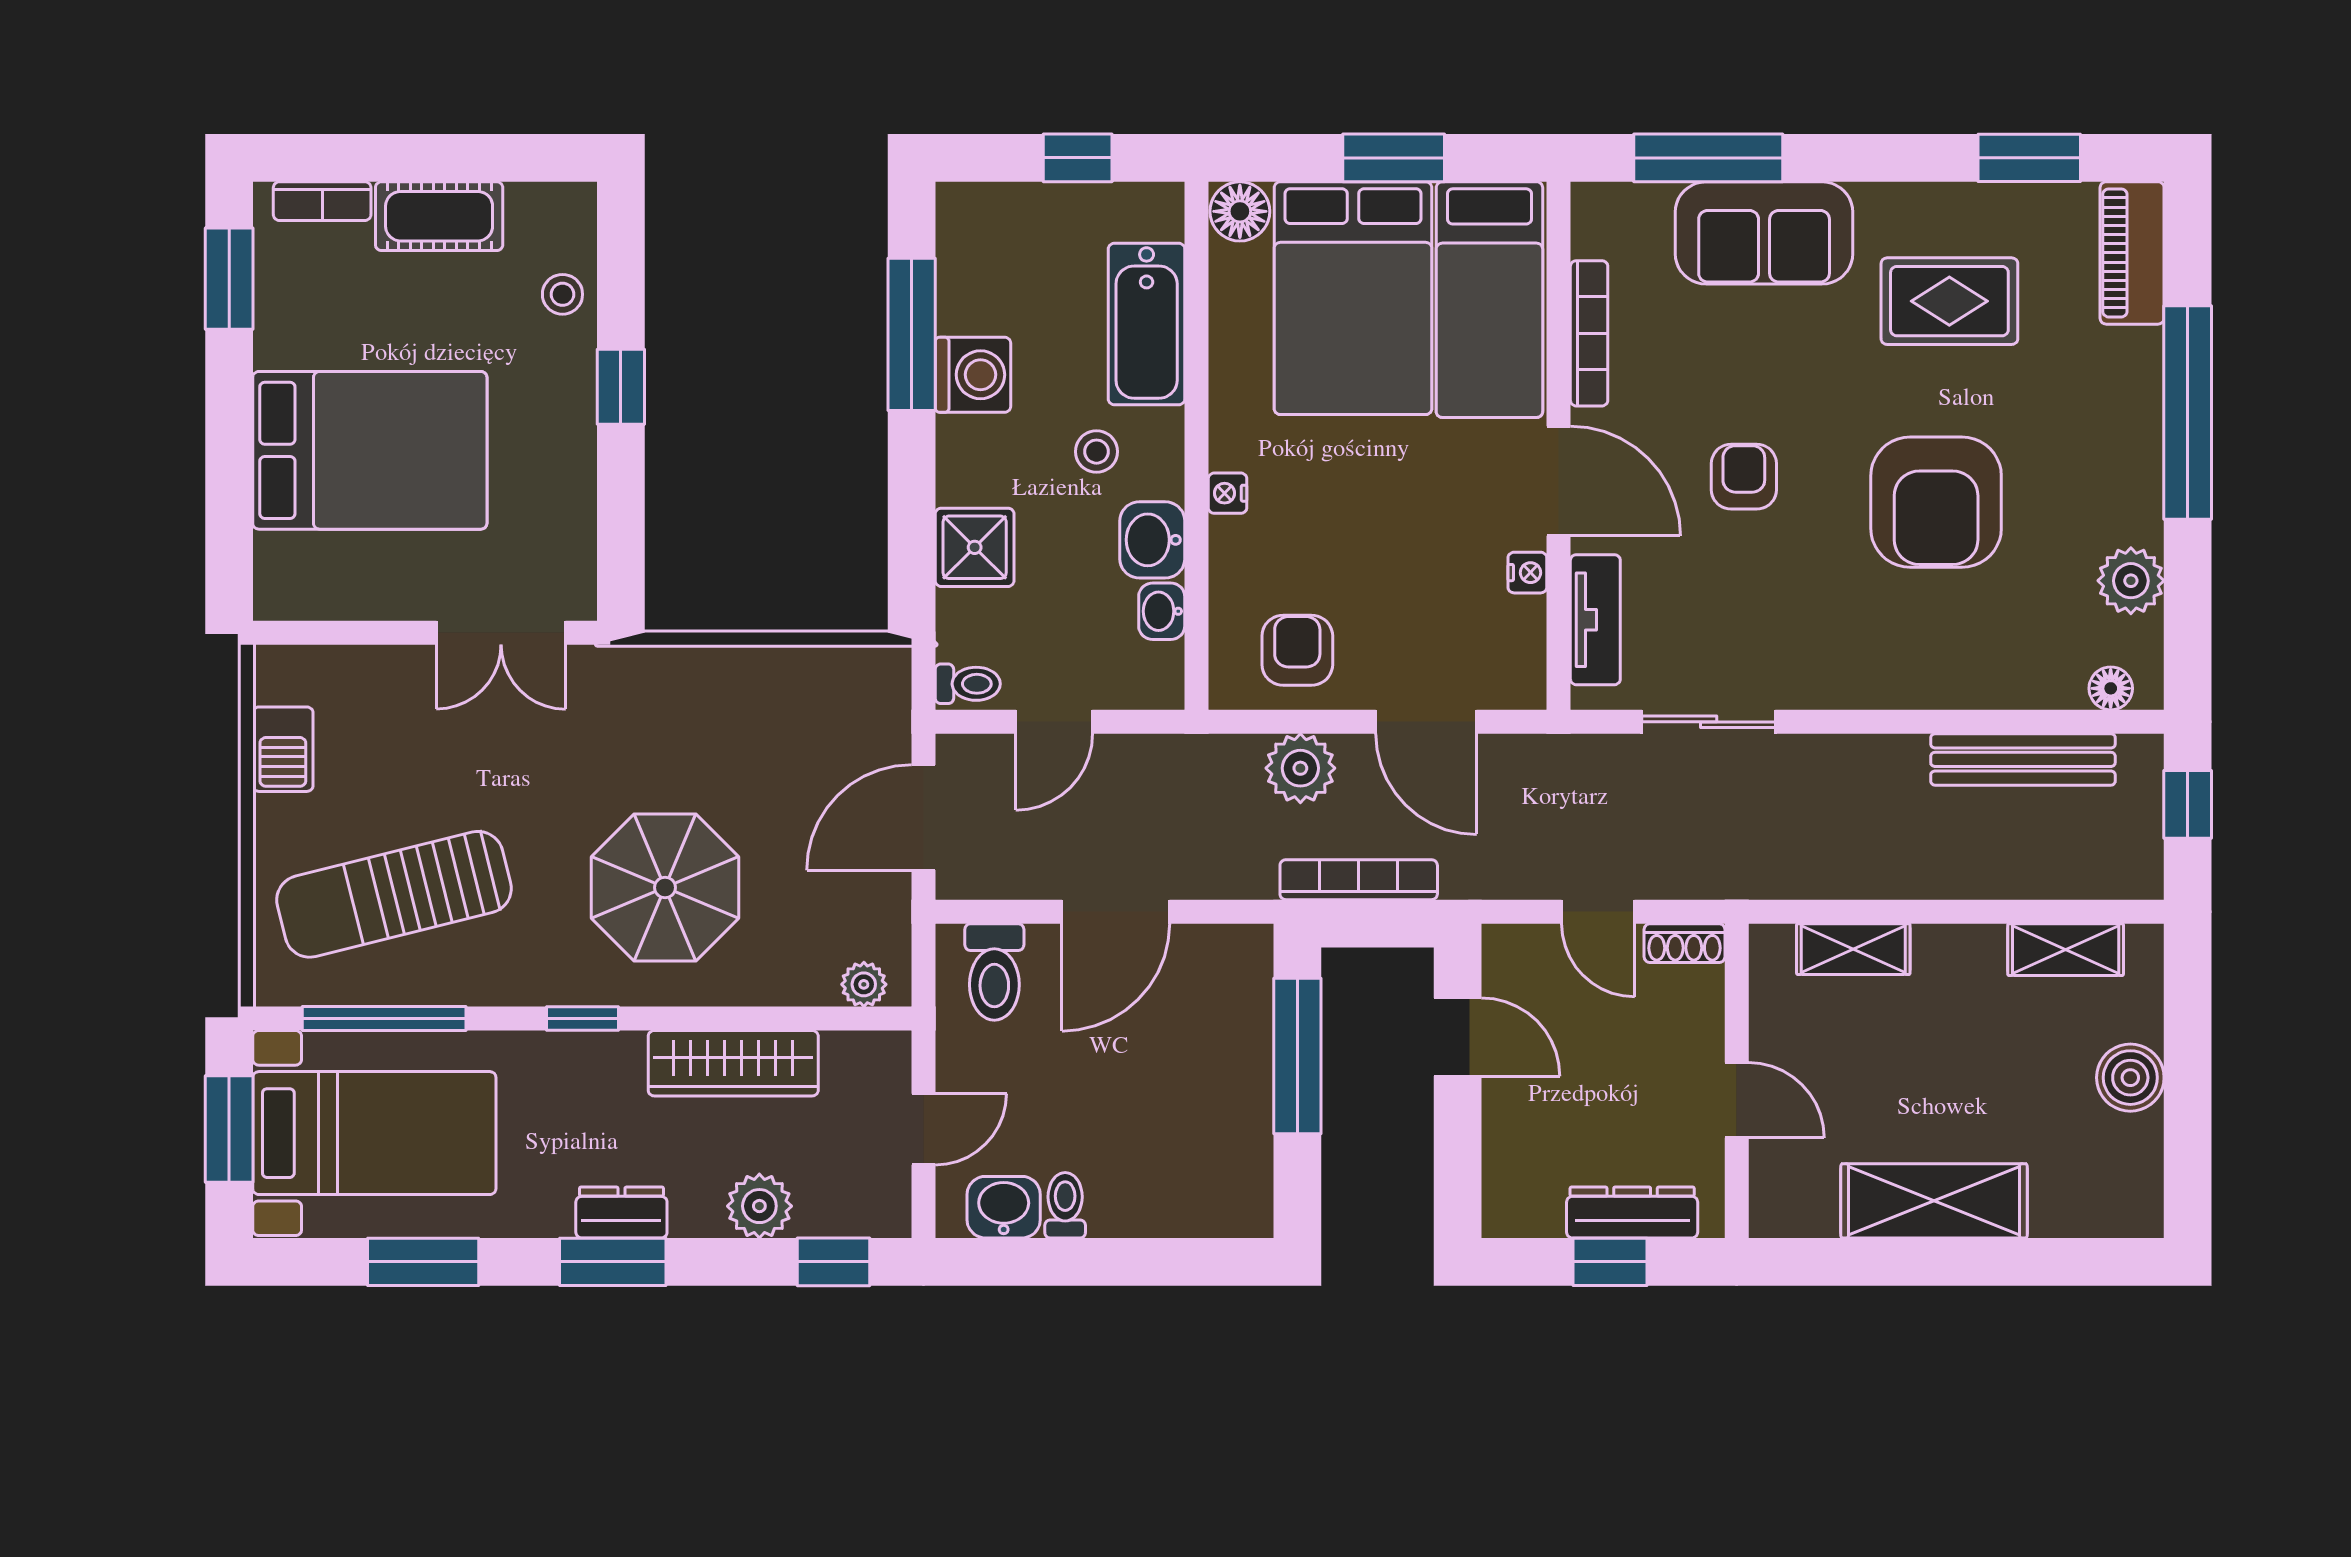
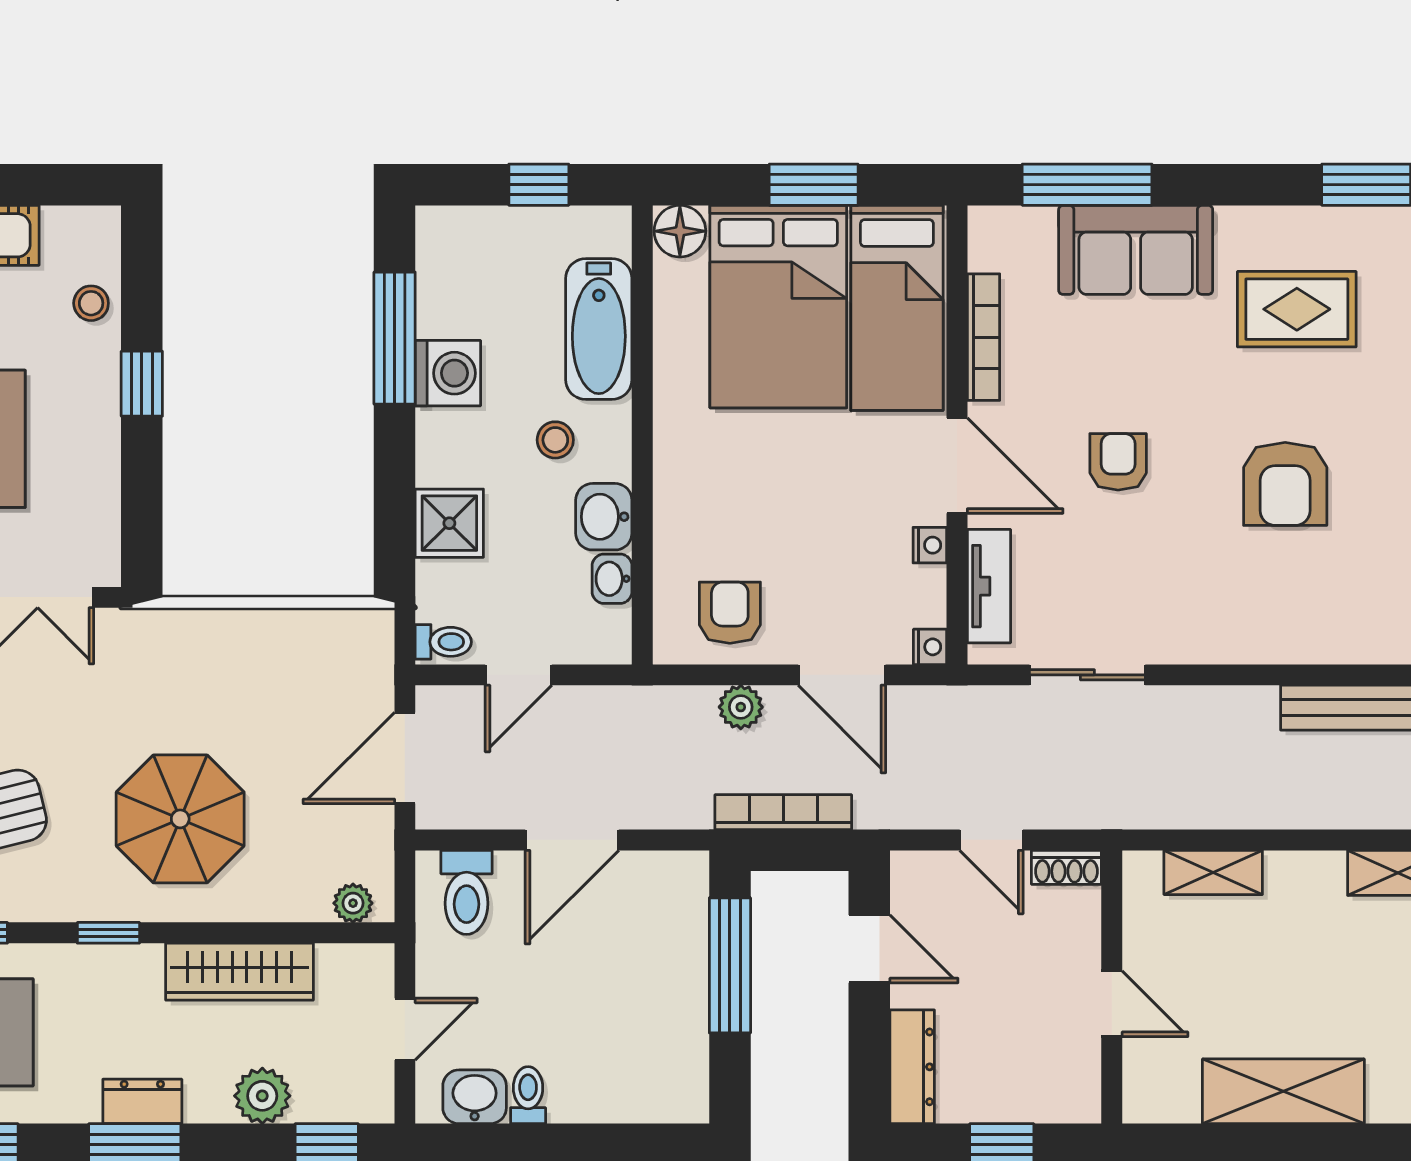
nightstand: (1228, 493) -> (930, 647), moved, turned 180
armchair: (1936, 502) -> (1285, 484), width x0.73, depth x0.73
plant: (1300, 768) -> (741, 707), width x0.73, depth x0.73
dresser: (1632, 1213) -> (912, 1067), moved, turned 90

